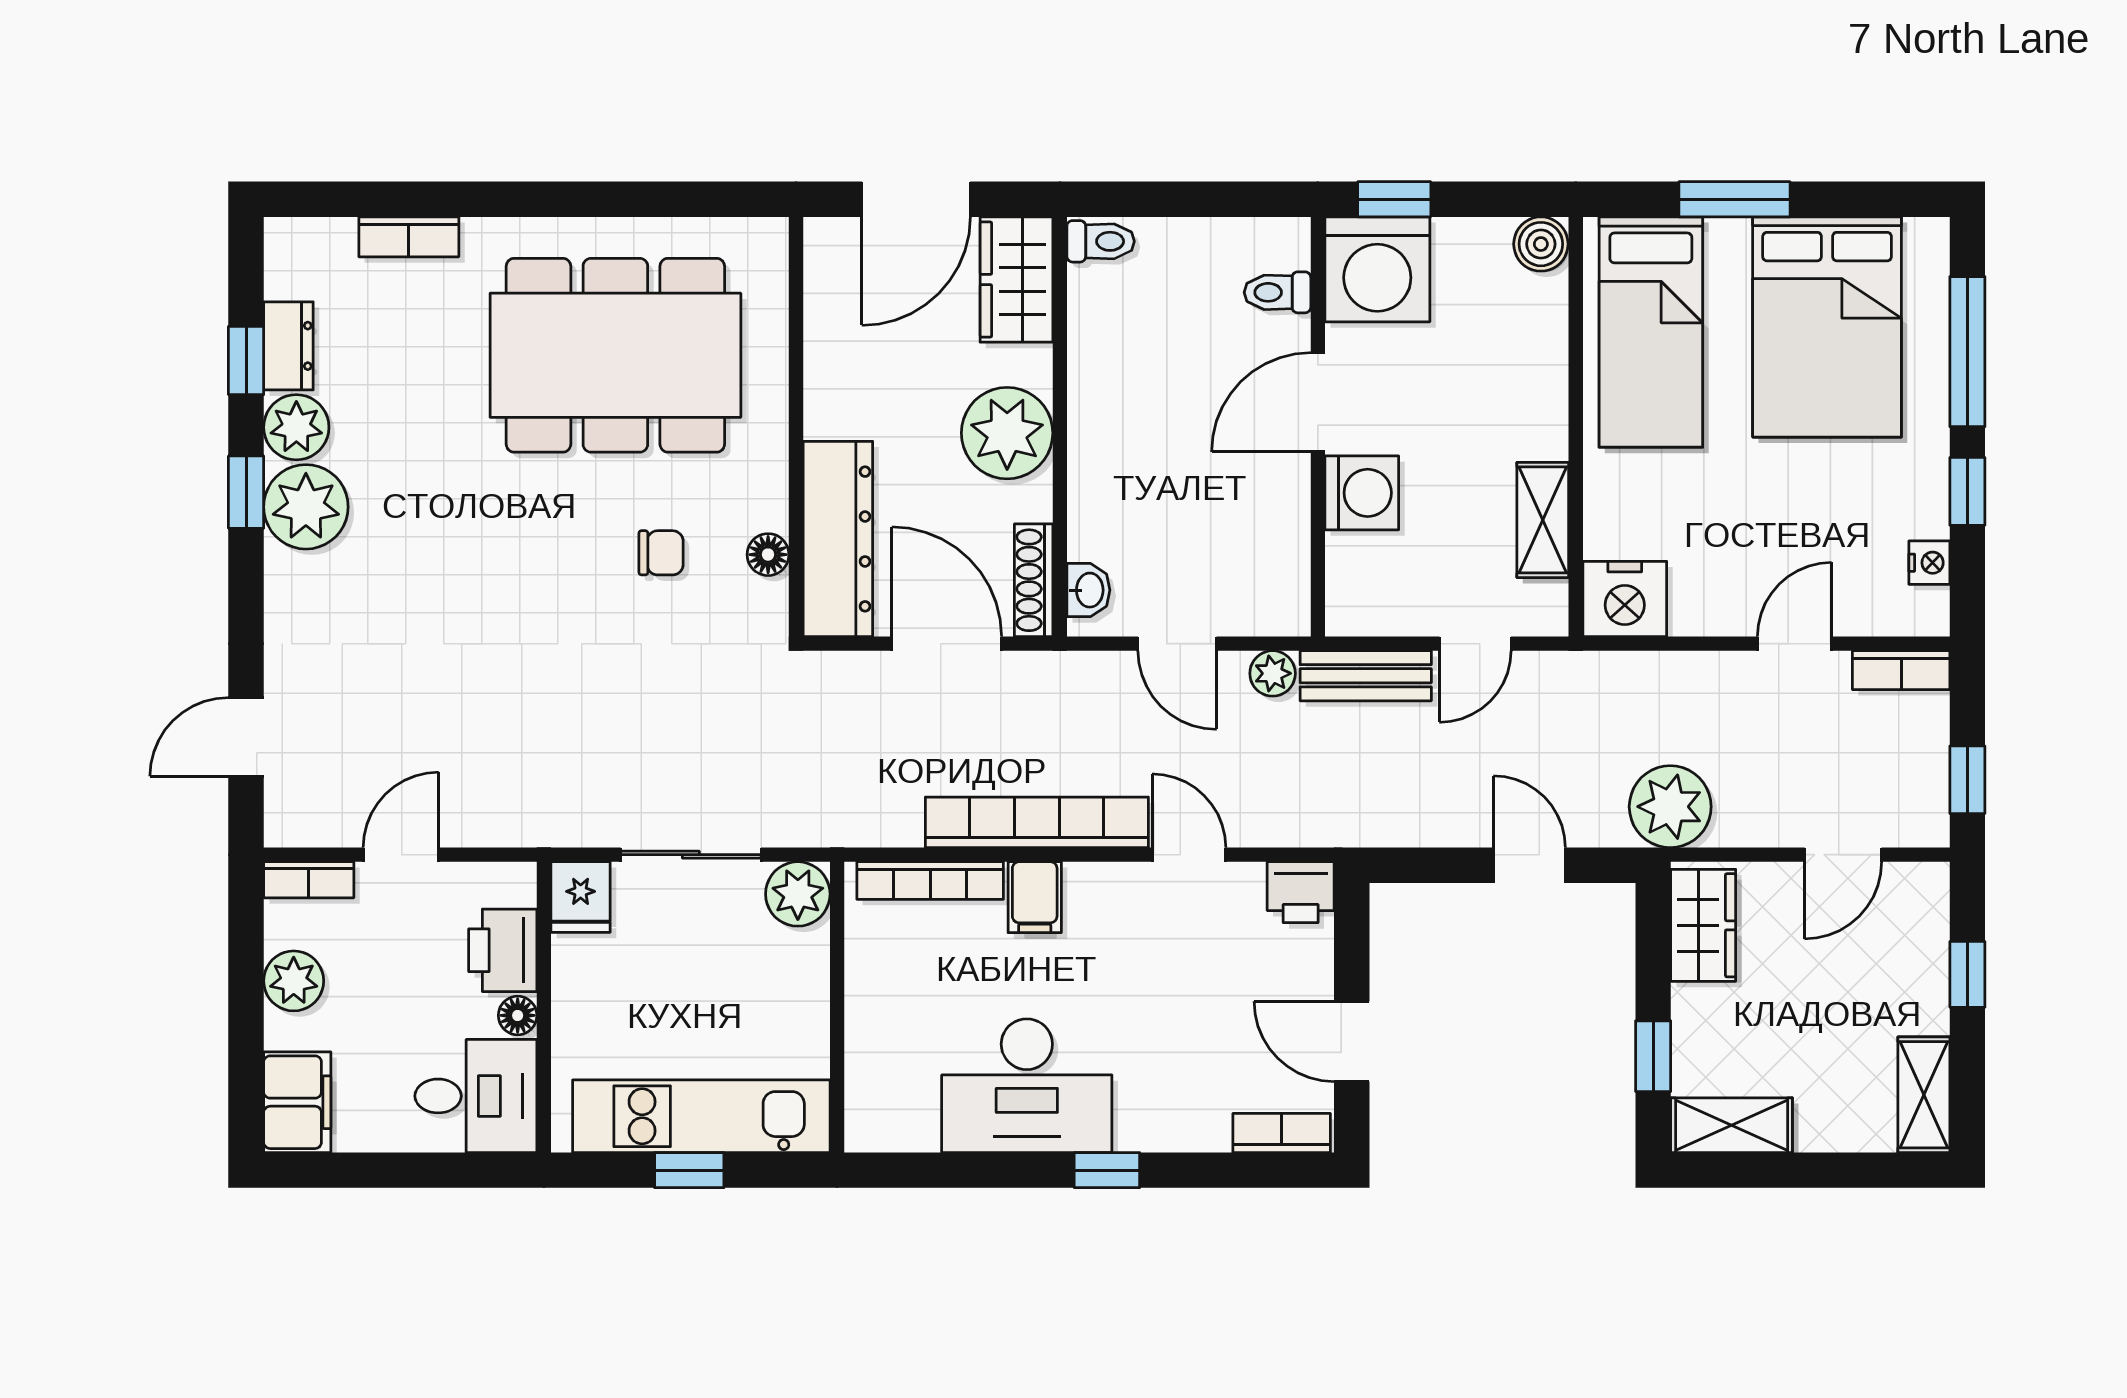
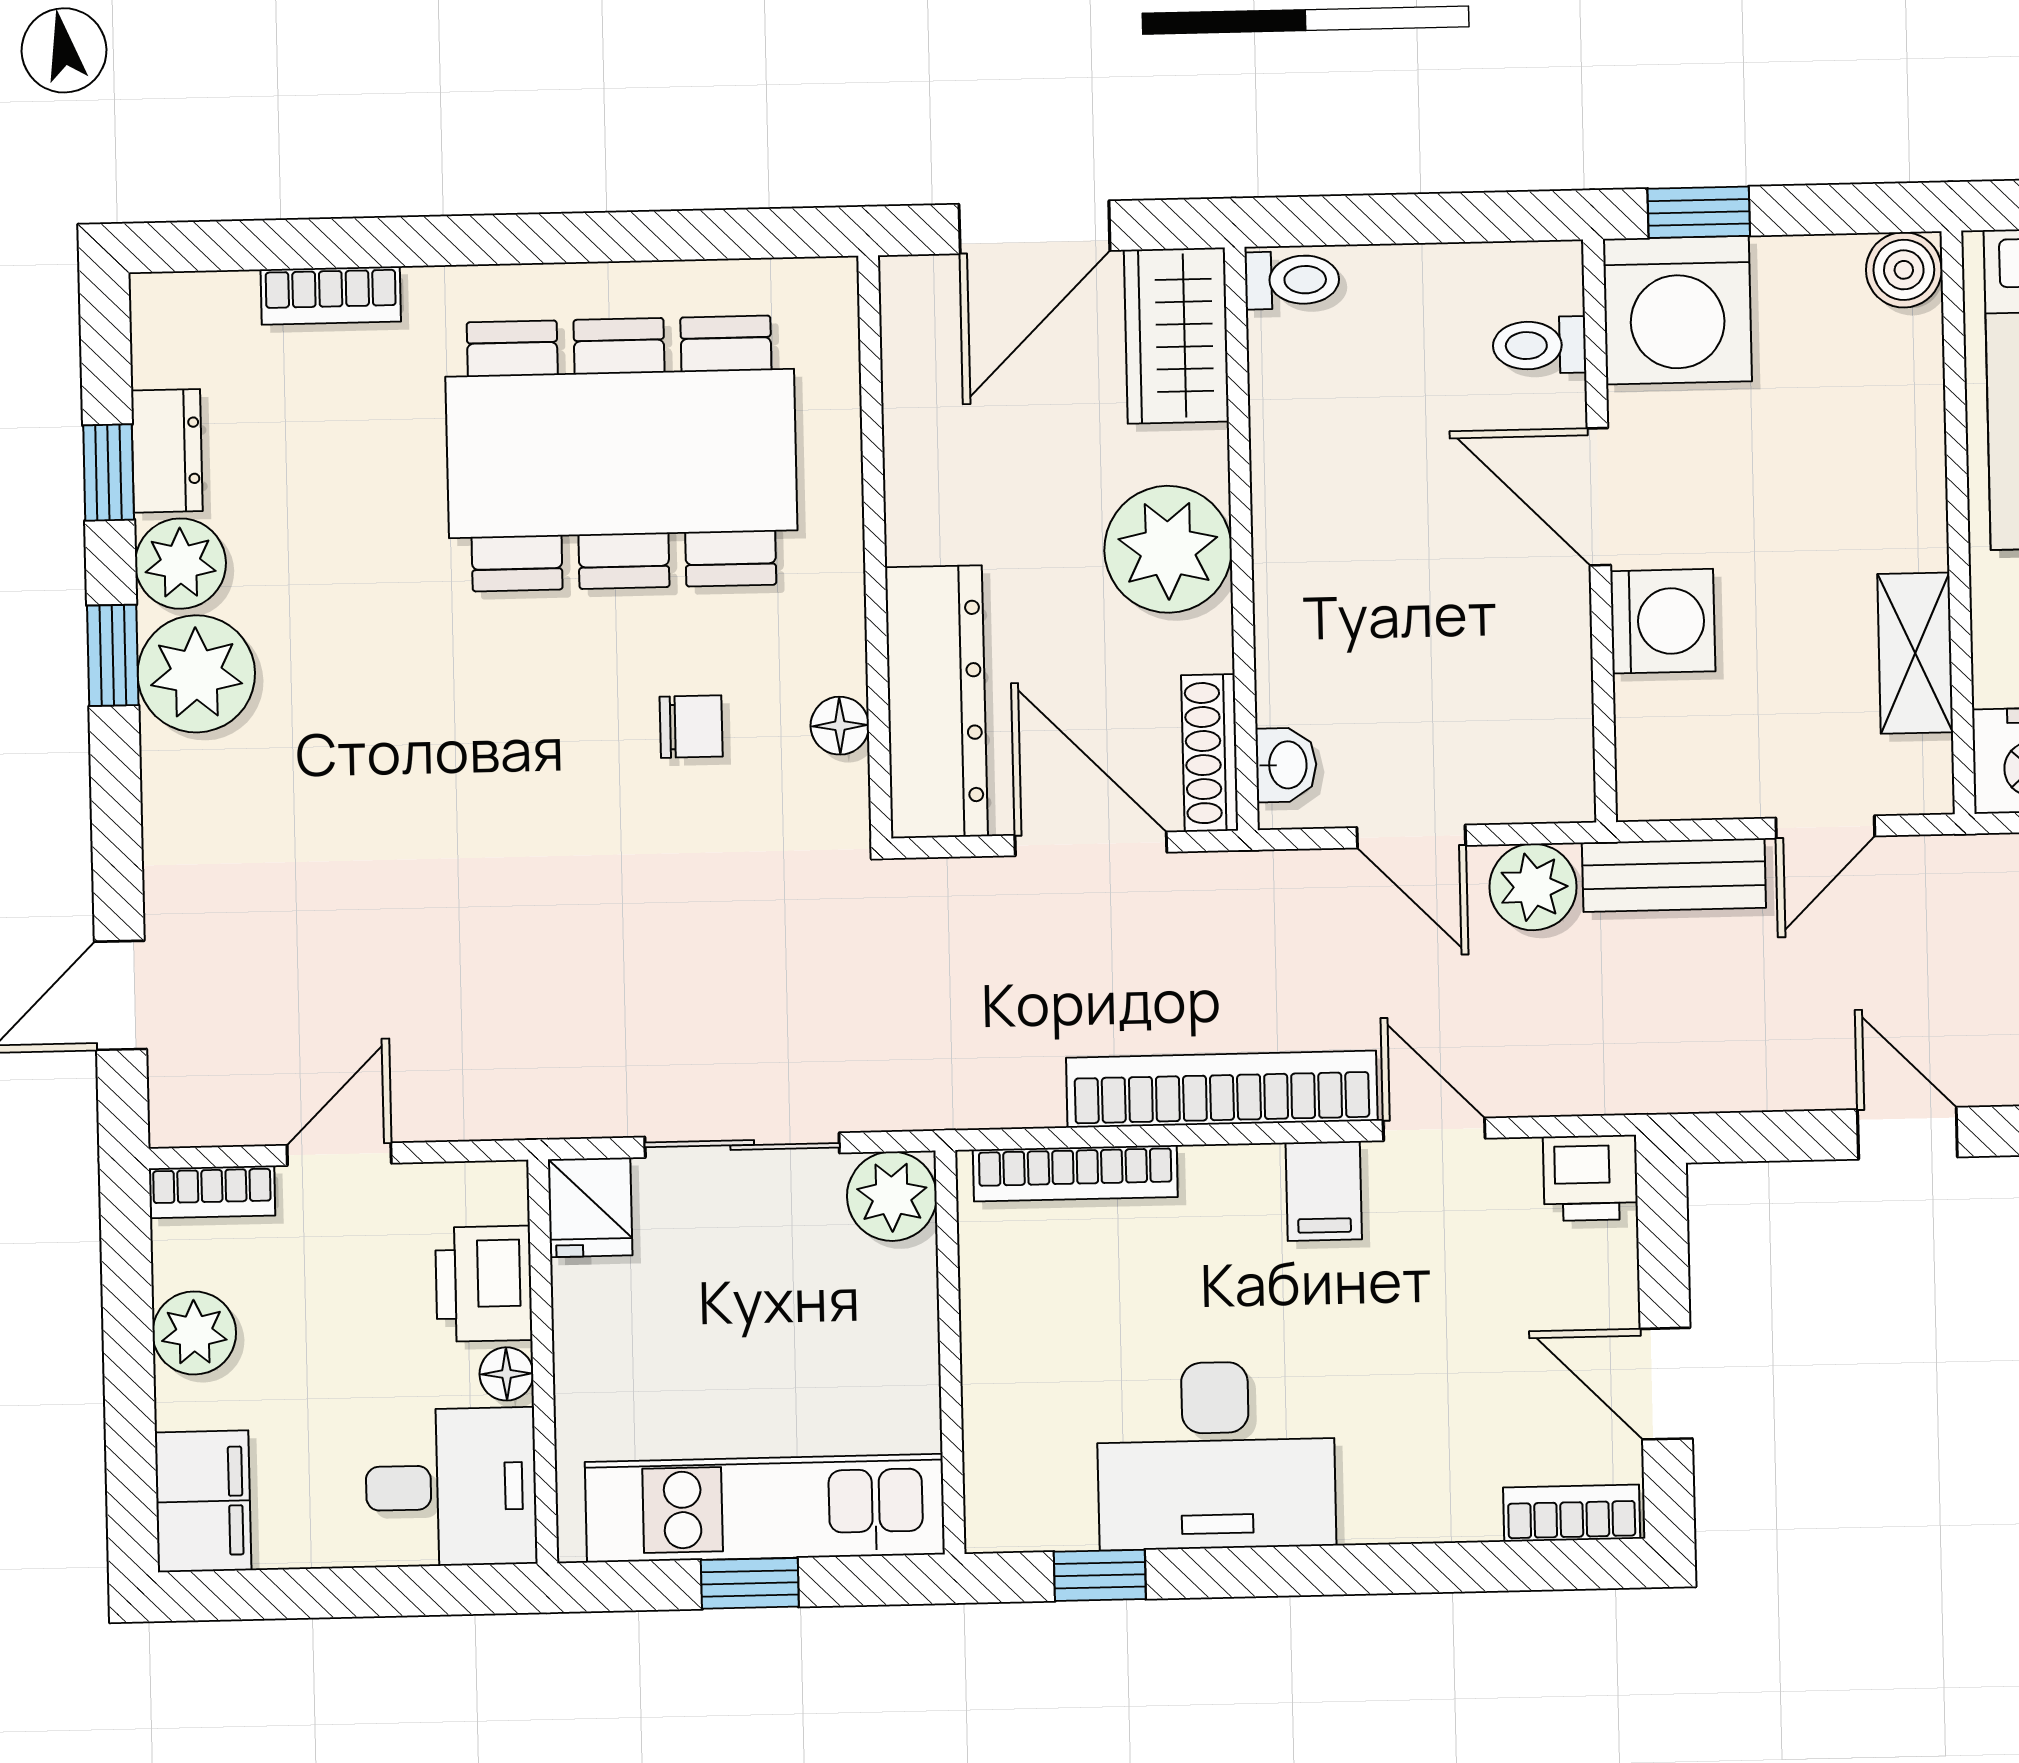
door: (1318, 402) -> (1599, 497), hinge flipped
plant: (1273, 673) -> (1533, 887), width x1.38, depth x1.38
filing cabinet: (1035, 897) -> (1324, 1191), moved
window: (1107, 1170) -> (1100, 1575), moved

